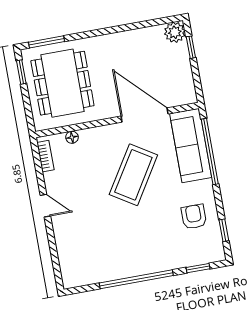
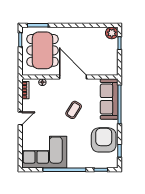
door: (145, 115) -> (73, 77), moved
coffee table: (133, 175) -> (74, 110), width x0.54, depth x0.58
door: (45, 206) -> (20, 118), hinge flipped
armchair: (194, 217) -> (104, 140), width x1.88, depth x1.88
corner sofa: (96, 256) -> (44, 152), added

